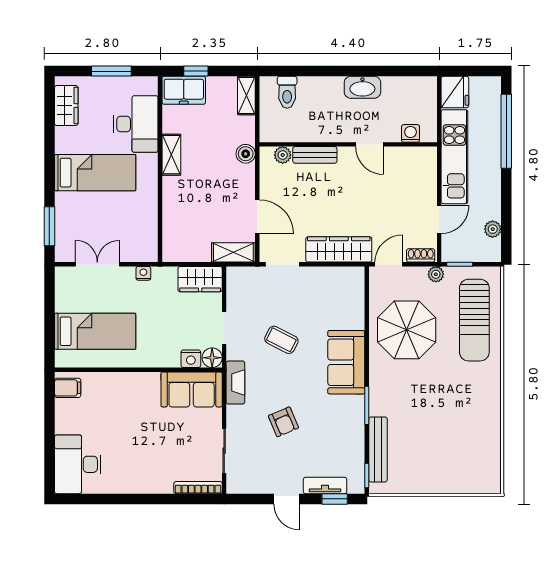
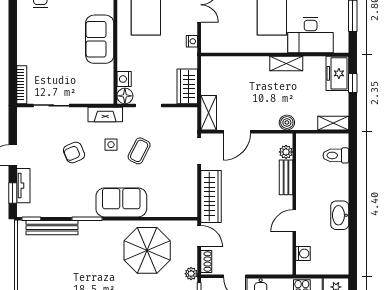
side table: (273, 375) -> (111, 145), added
sofa: (192, 389) -> (100, 39), moved

